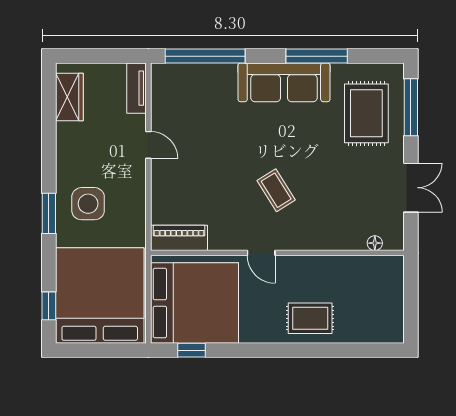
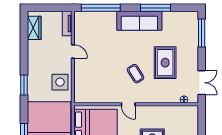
rug: (366, 113) -> (165, 63), moved
double door: (411, 188) -> (202, 83), moved
side table: (88, 204) -> (60, 82), moved
piano: (179, 238) -> (88, 97), removed

